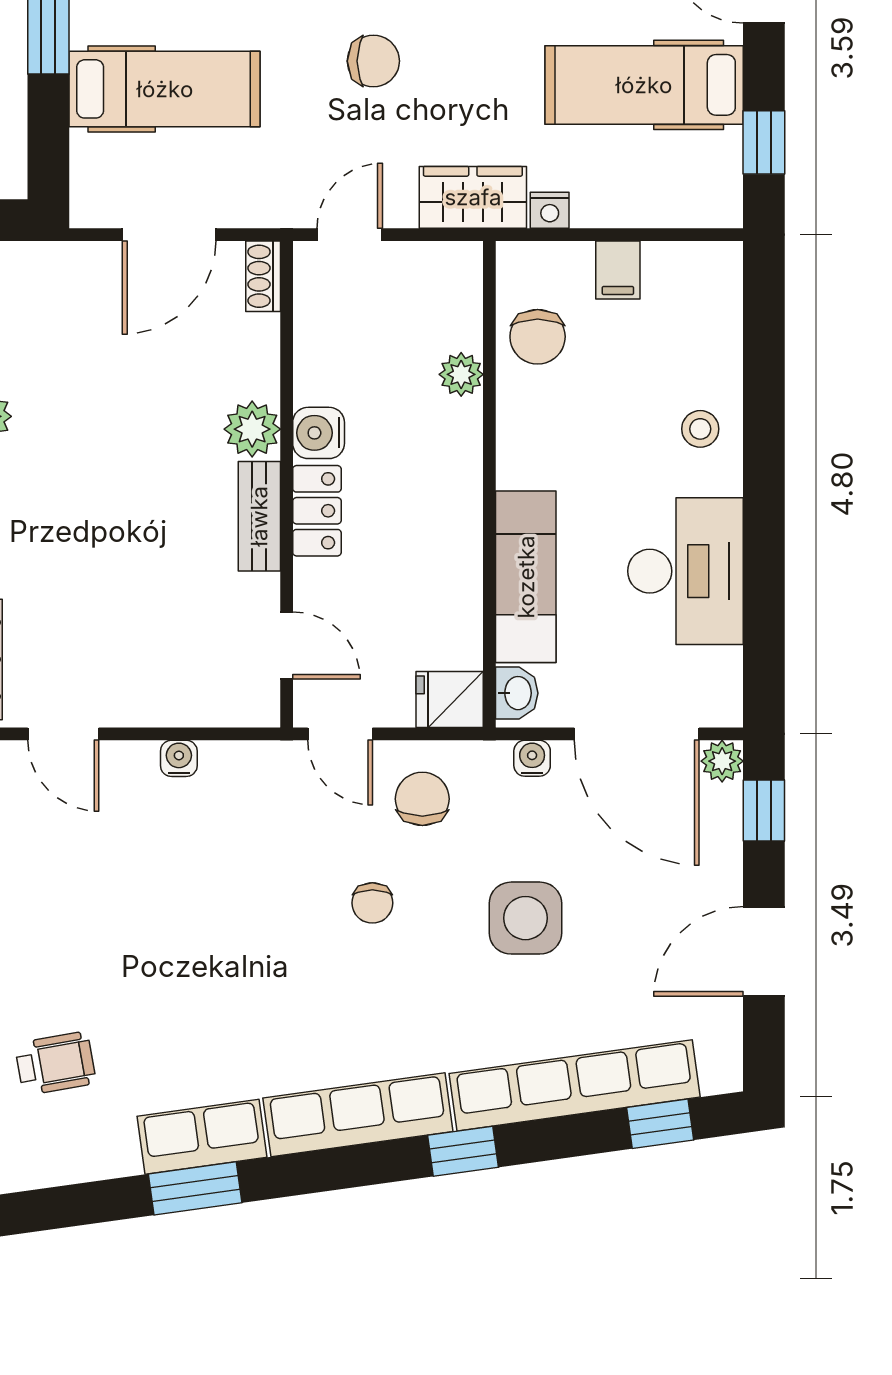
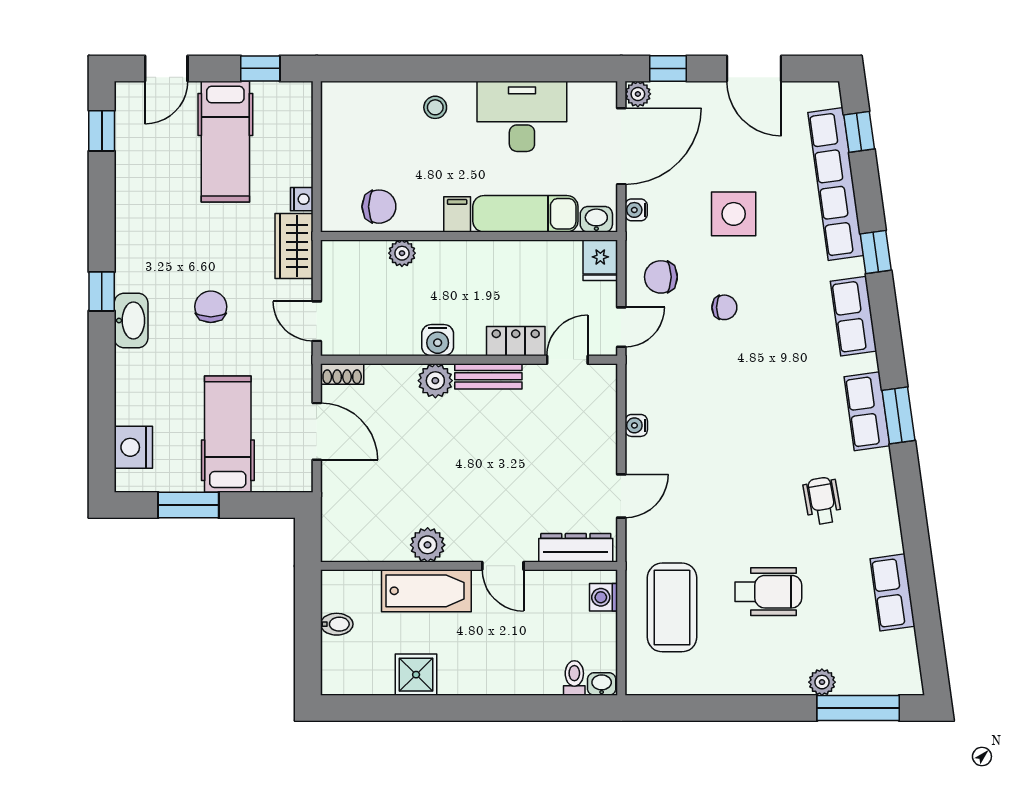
filing cabinet: (618, 270) -> (457, 214), moved, turned -90
locker: (317, 511) -> (516, 341), moved
row of seats: (358, 1115) -> (854, 316), width x0.68

